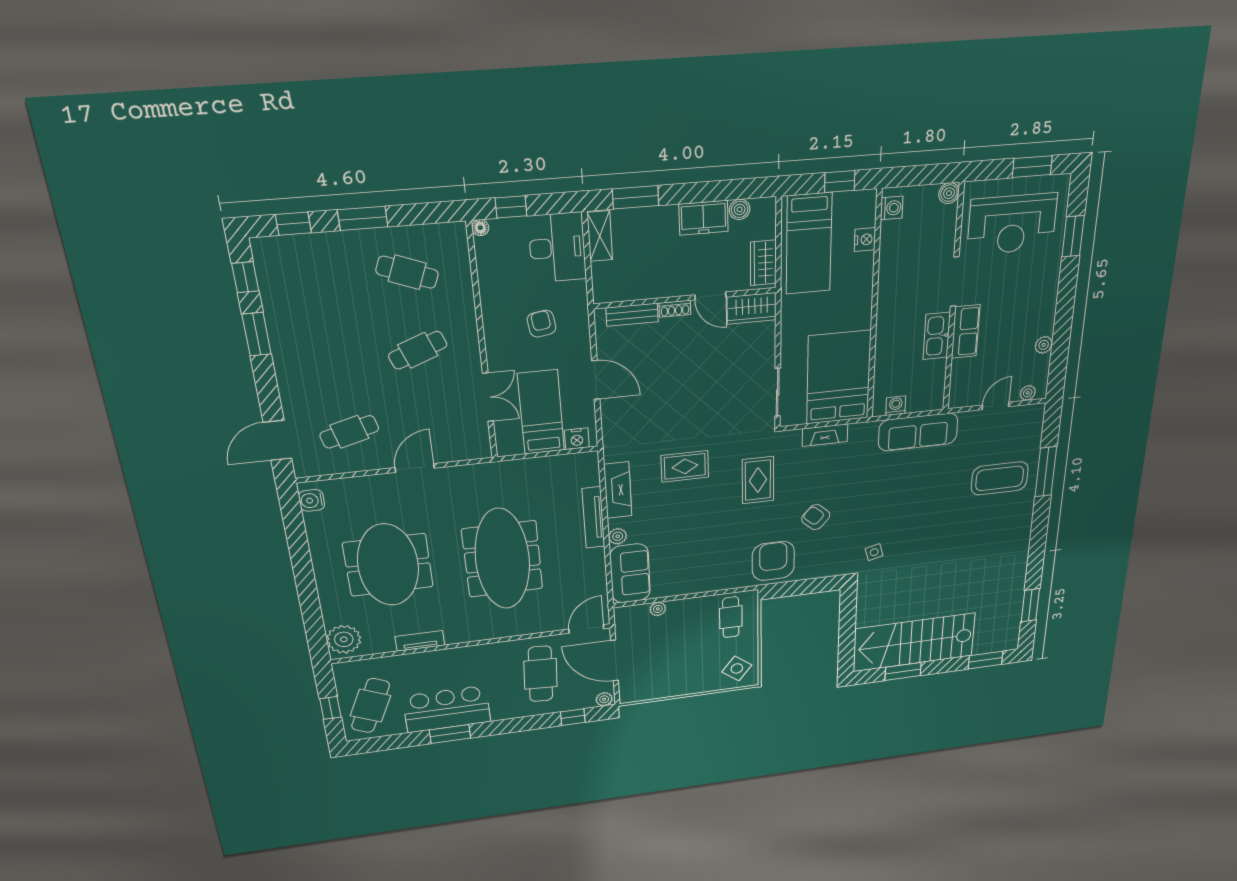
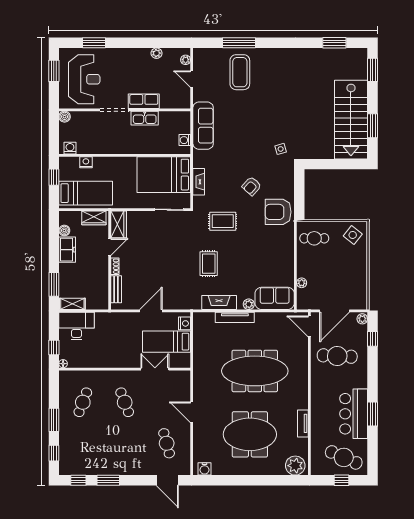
armchair: (542, 324) -> (116, 337), removed

